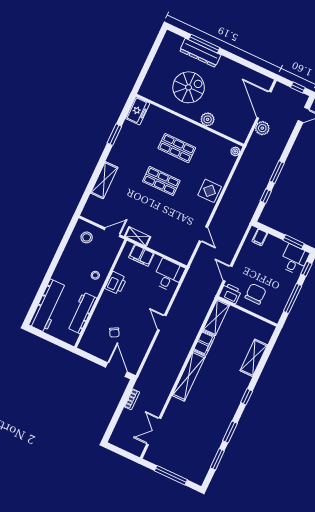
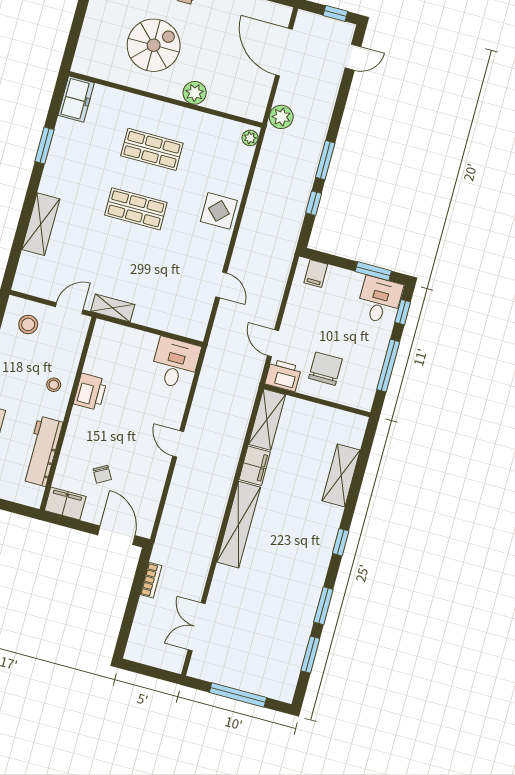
plant: (262, 128) -> (281, 117), moved
filing cabinet: (141, 255) -> (65, 503), moved, turned 180

